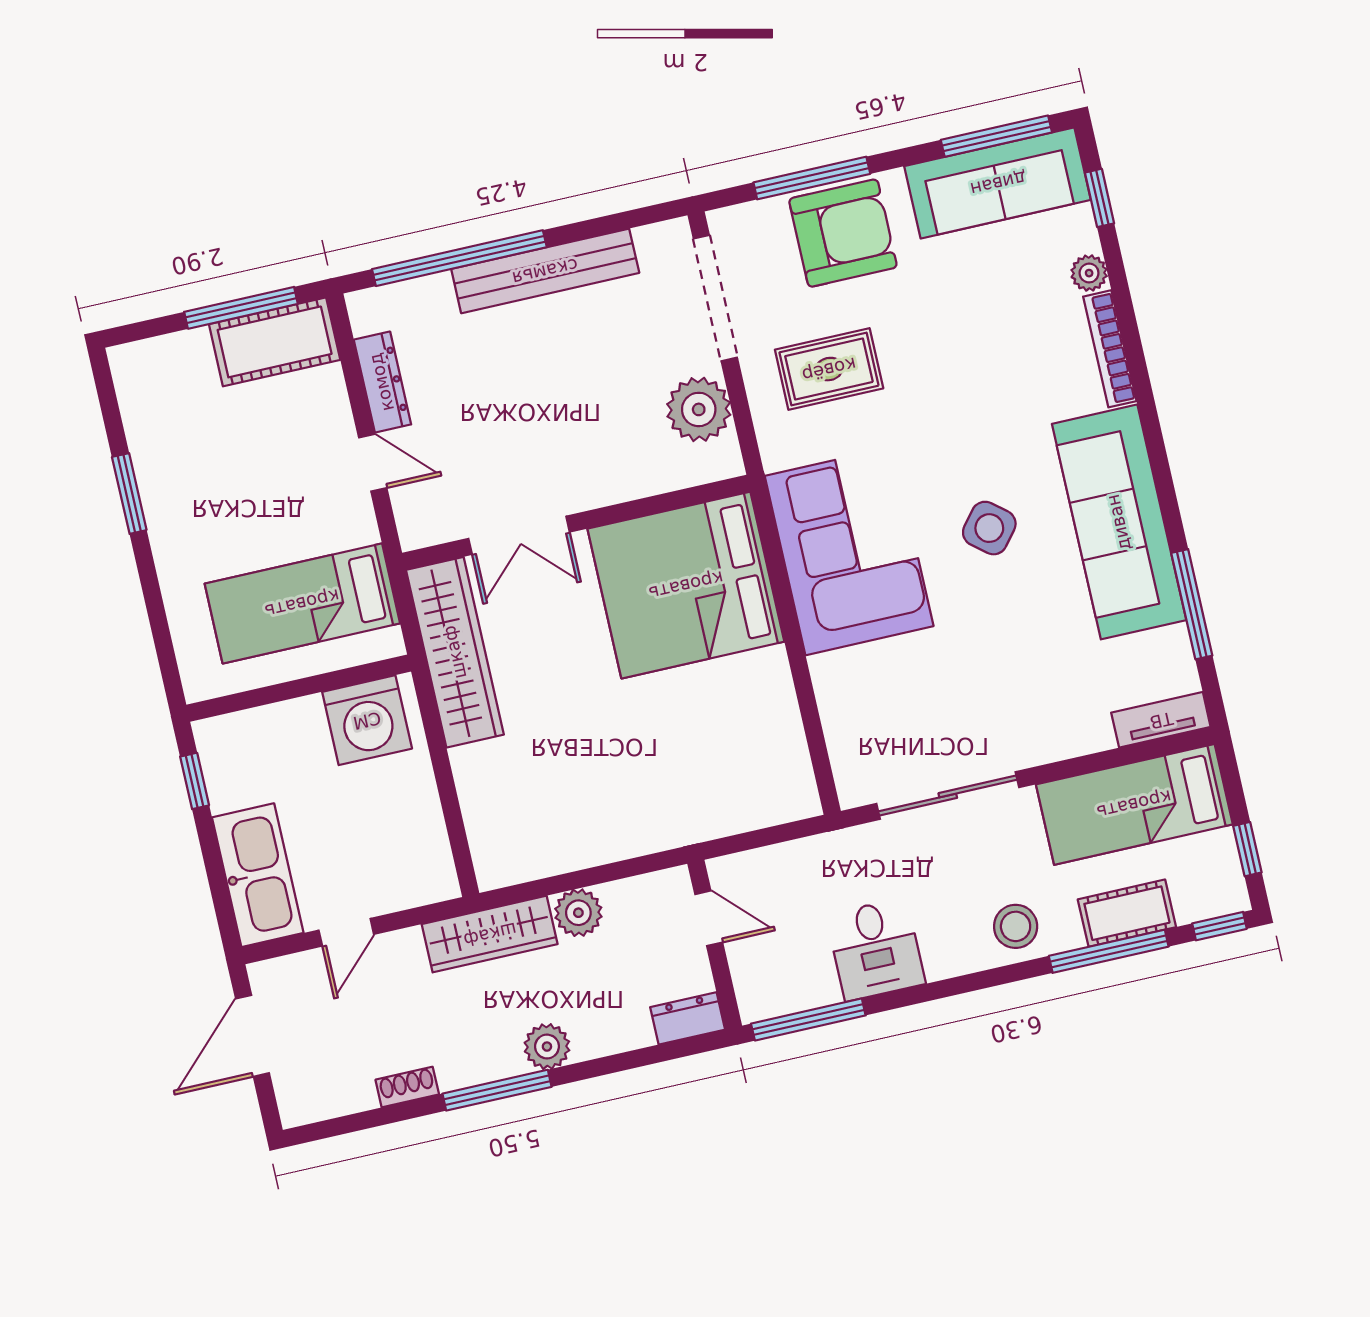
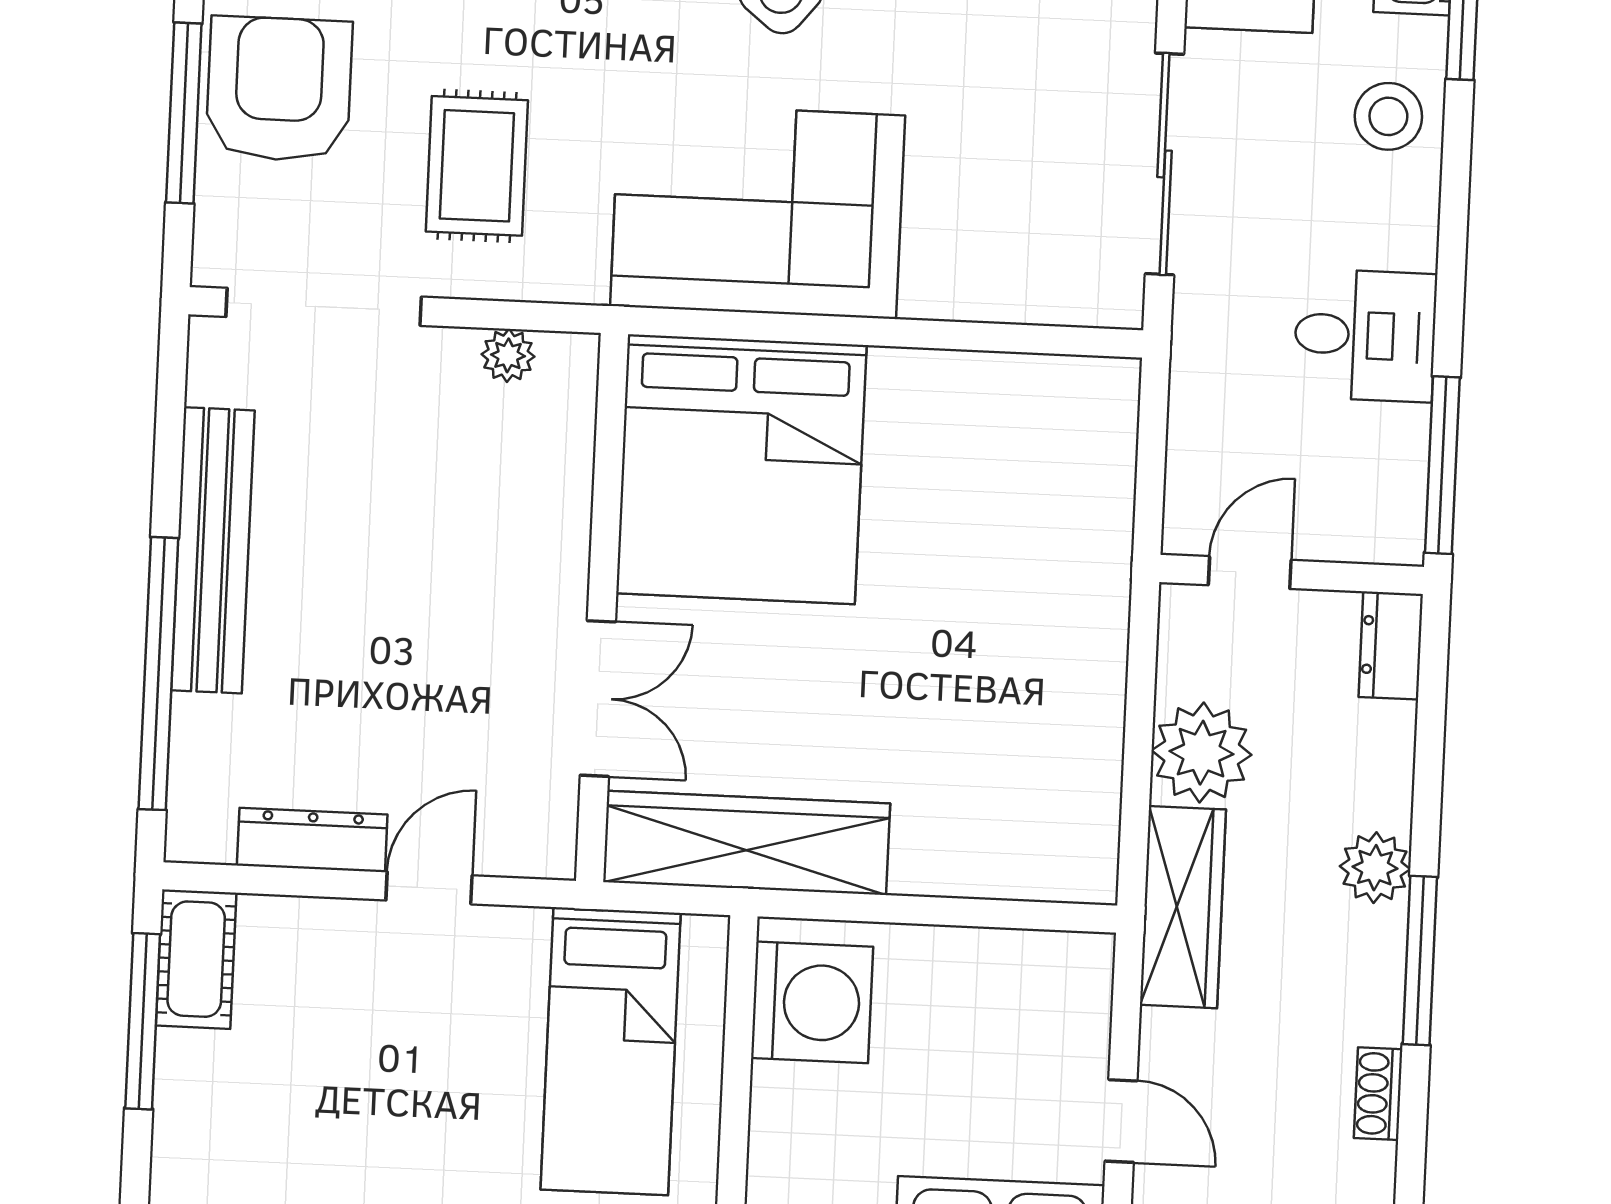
cot: (275, 342) -> (196, 959), width x0.73, depth x0.75
plant: (699, 409) -> (508, 355), width x0.53, depth x0.53
plant: (578, 913) -> (1202, 753), width x1.36, depth x1.36

